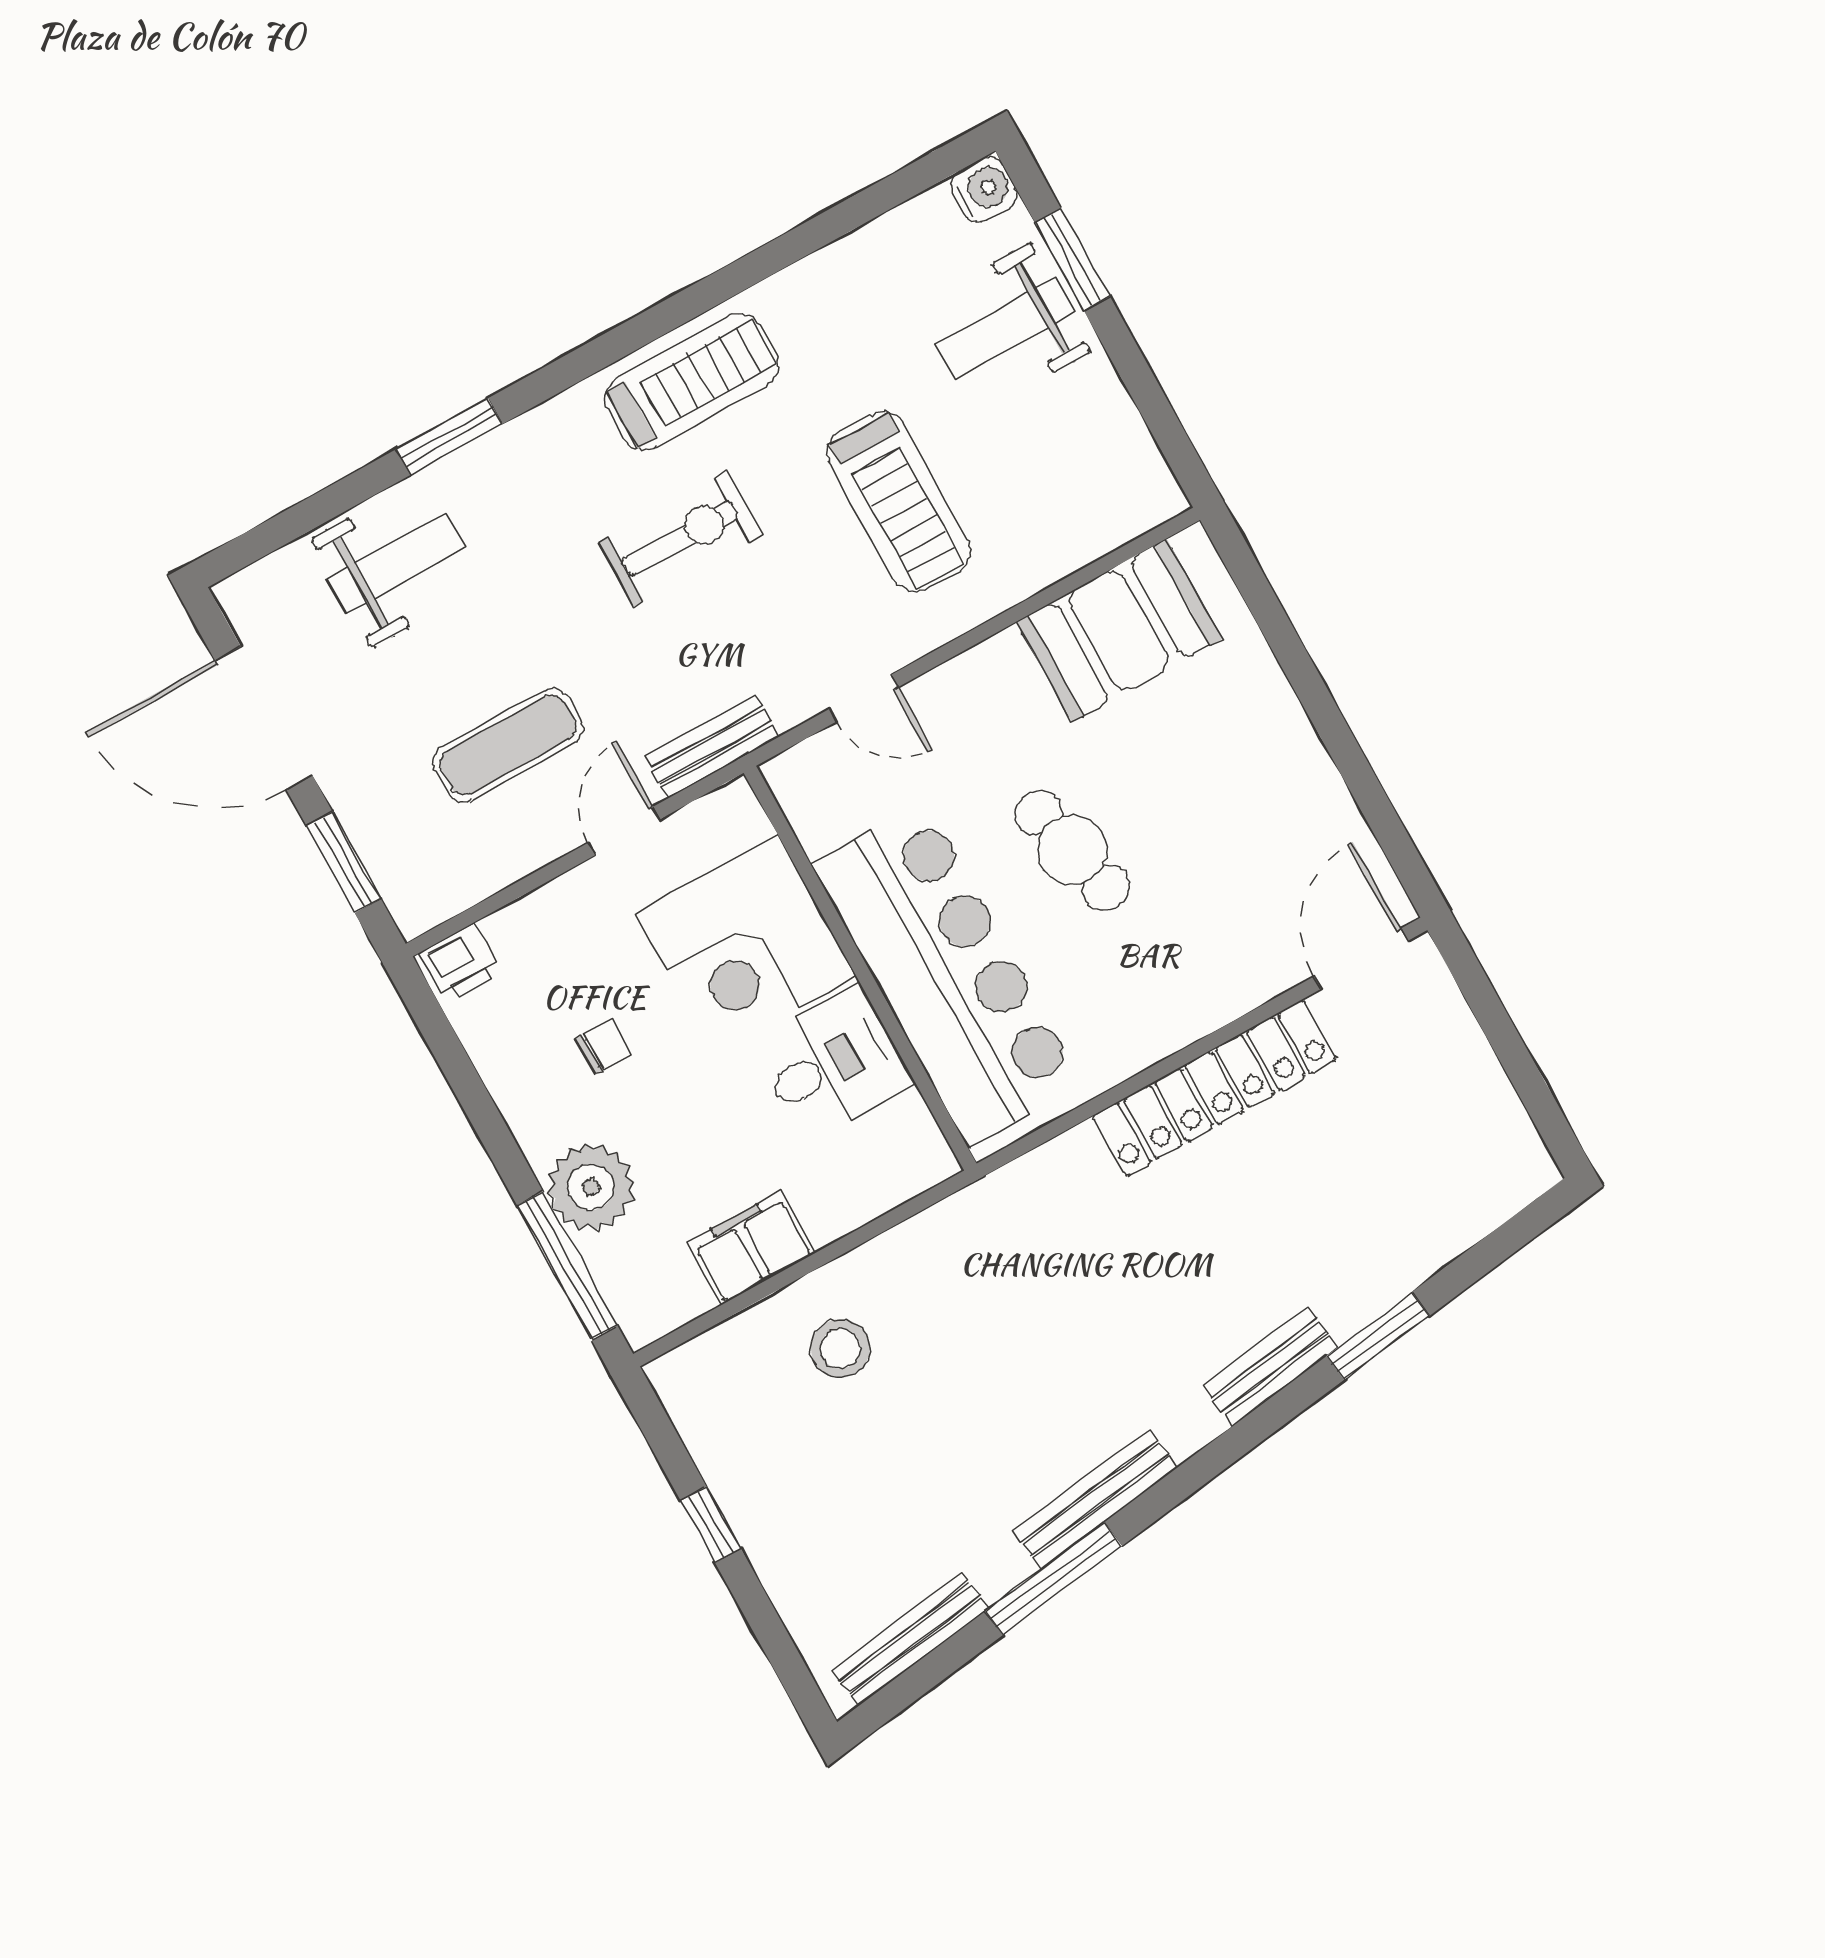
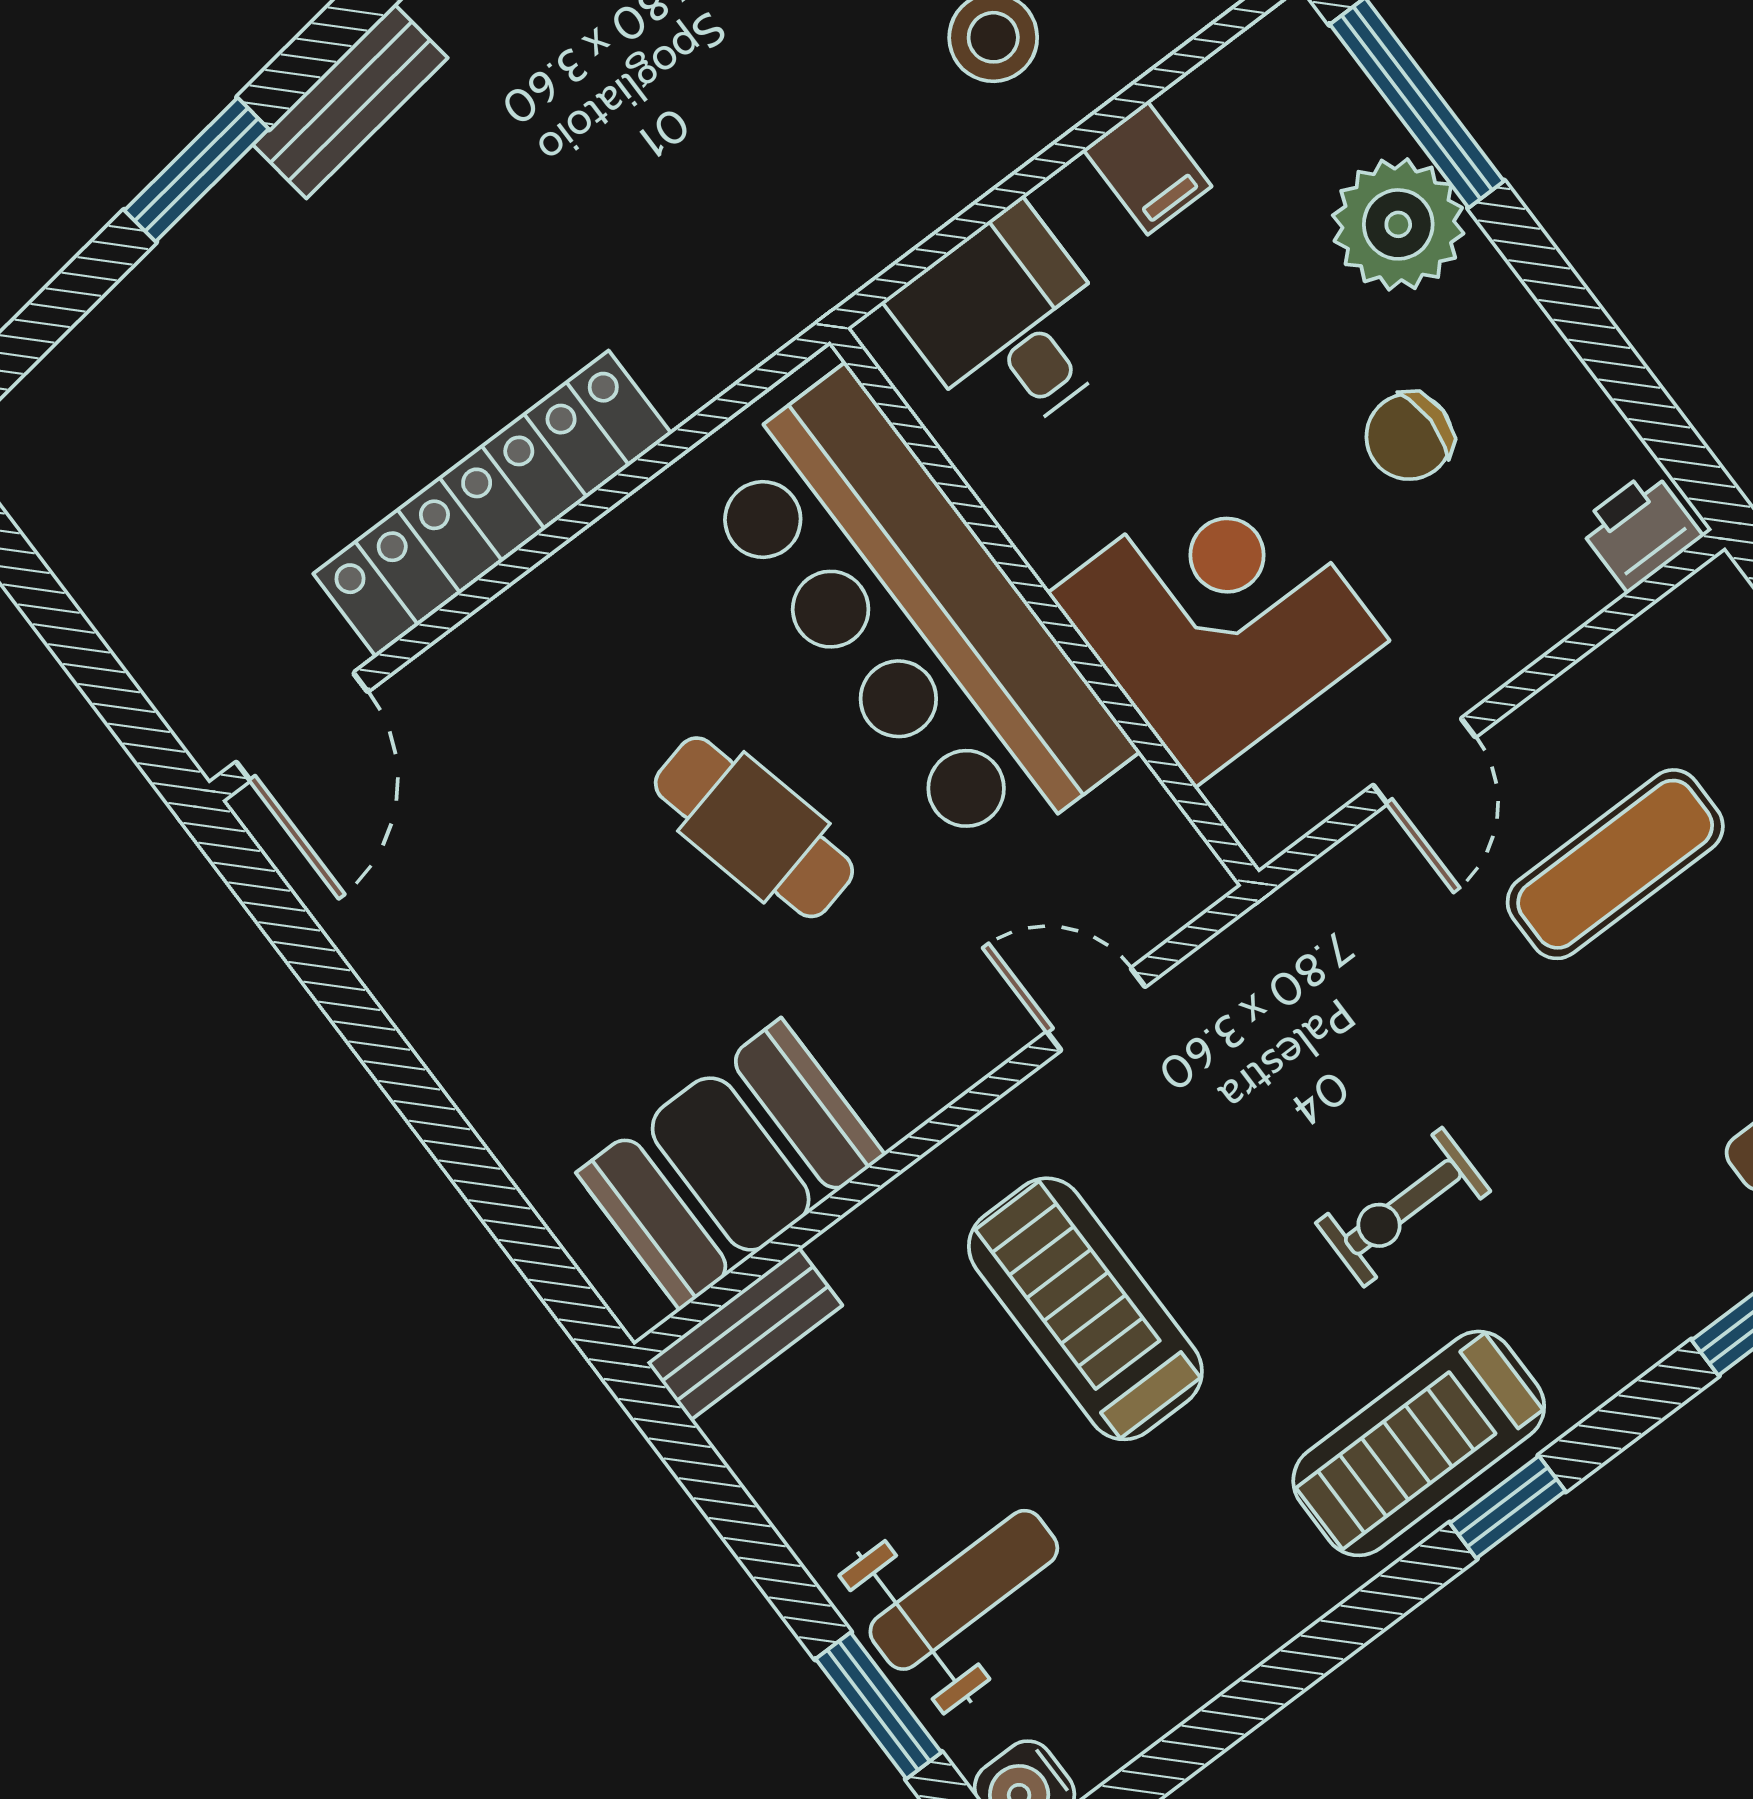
window: (639, 331) -> (1508, 1507), added
exercise bike: (680, 539) -> (1403, 1207), width x0.73, depth x0.72
bench: (712, 746) -> (745, 1334), moved
chair: (604, 1046) -> (1409, 437), width x1.37, depth x1.37
desk: (832, 1063) -> (1009, 324), moved, turned 90
filing cabinet: (751, 1248) -> (1147, 168), width x0.50

